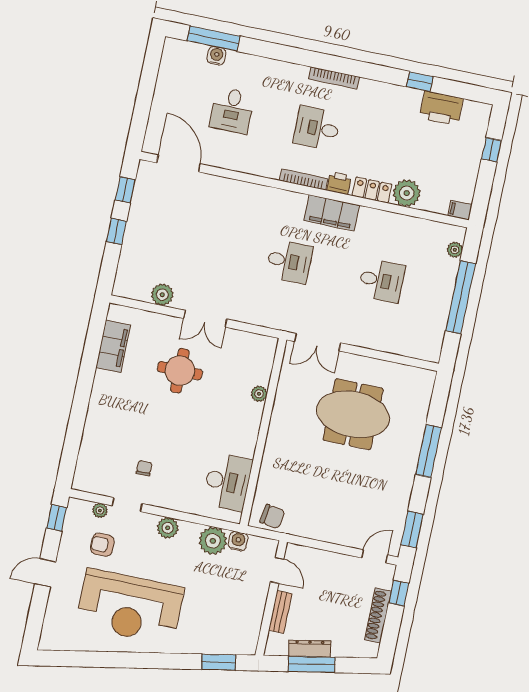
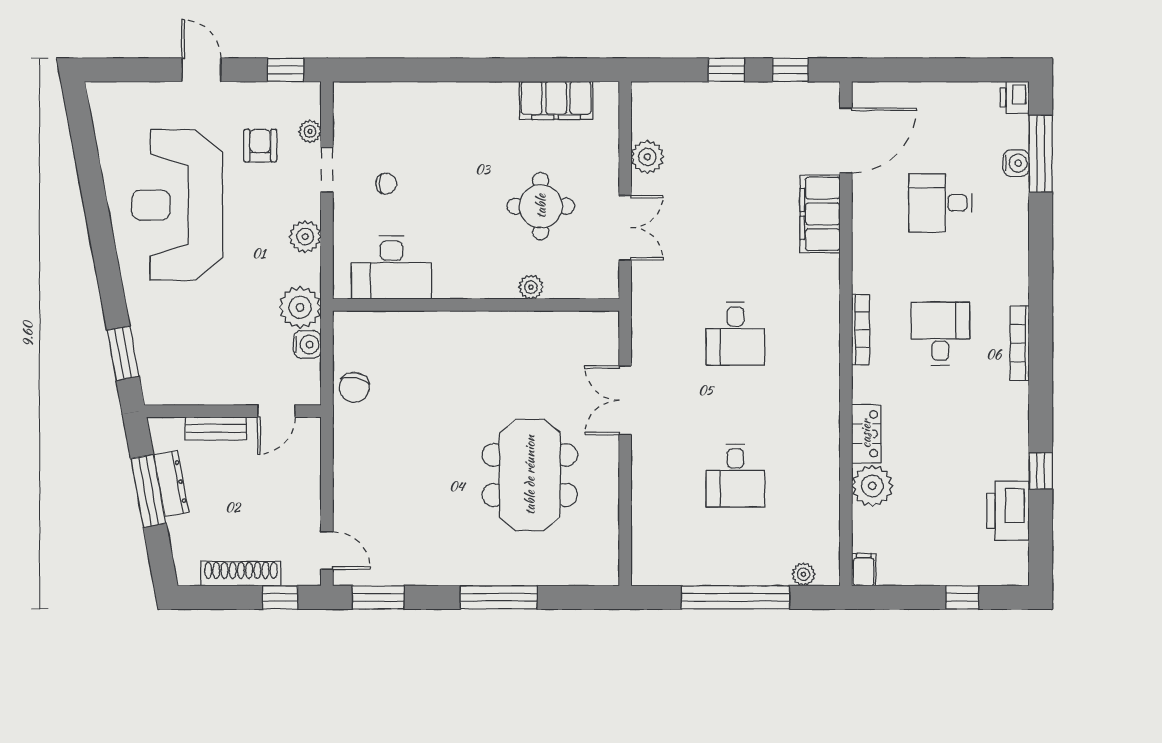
printer: (339, 183) -> (1015, 97), moved, turned 180
filing cabinet: (332, 213) -> (820, 214), moved
double door: (205, 319) -> (625, 228), swing flipped
plant: (259, 394) -> (531, 287), moved
wall: (263, 432) -> (476, 305), moved
desk: (227, 482) -> (391, 268), moved

